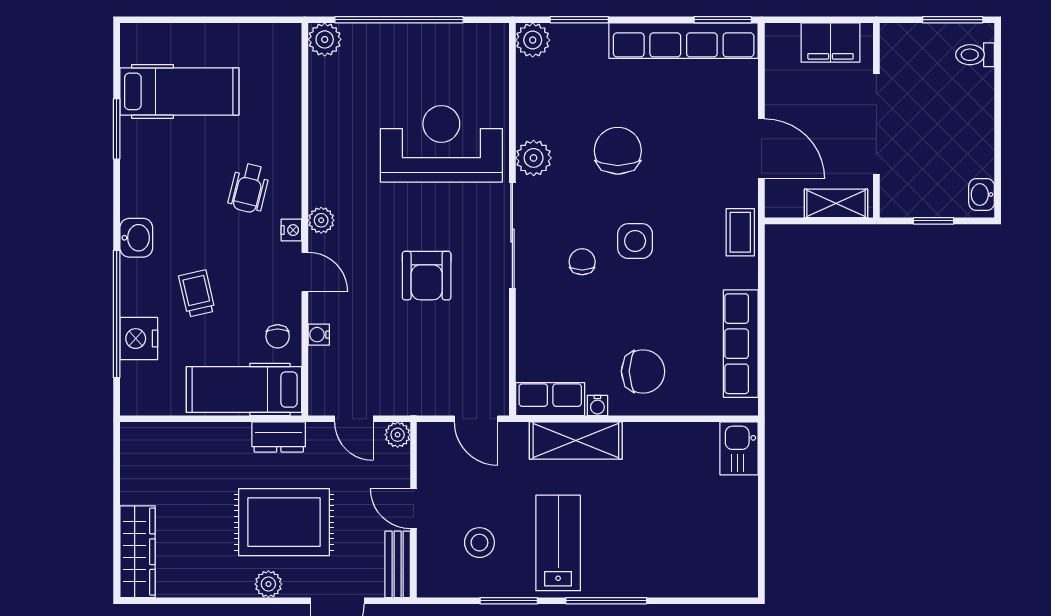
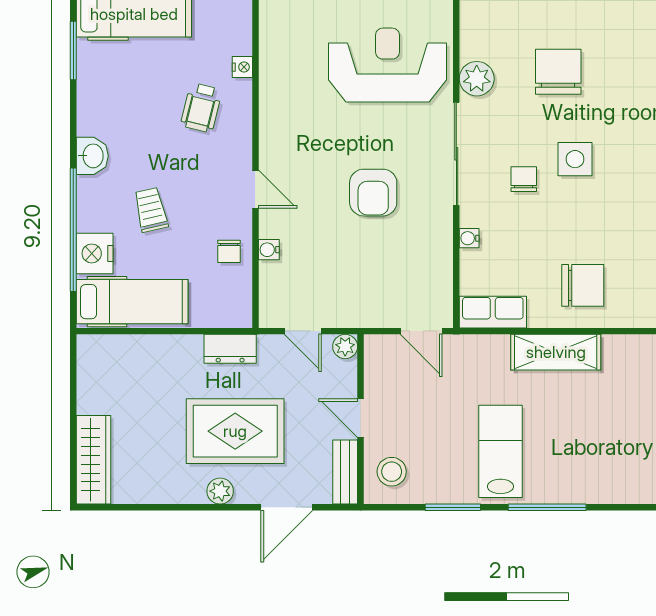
plant: (321, 220) -> (271, 139), removed
nightstand: (291, 230) -> (242, 67), moved
hospital bed: (244, 390) -> (132, 302), moved, turned 180
water cooler: (597, 405) -> (469, 238), moved, turned 90
shelving: (576, 441) -> (556, 352), moved
stool: (479, 543) -> (392, 472), moved

